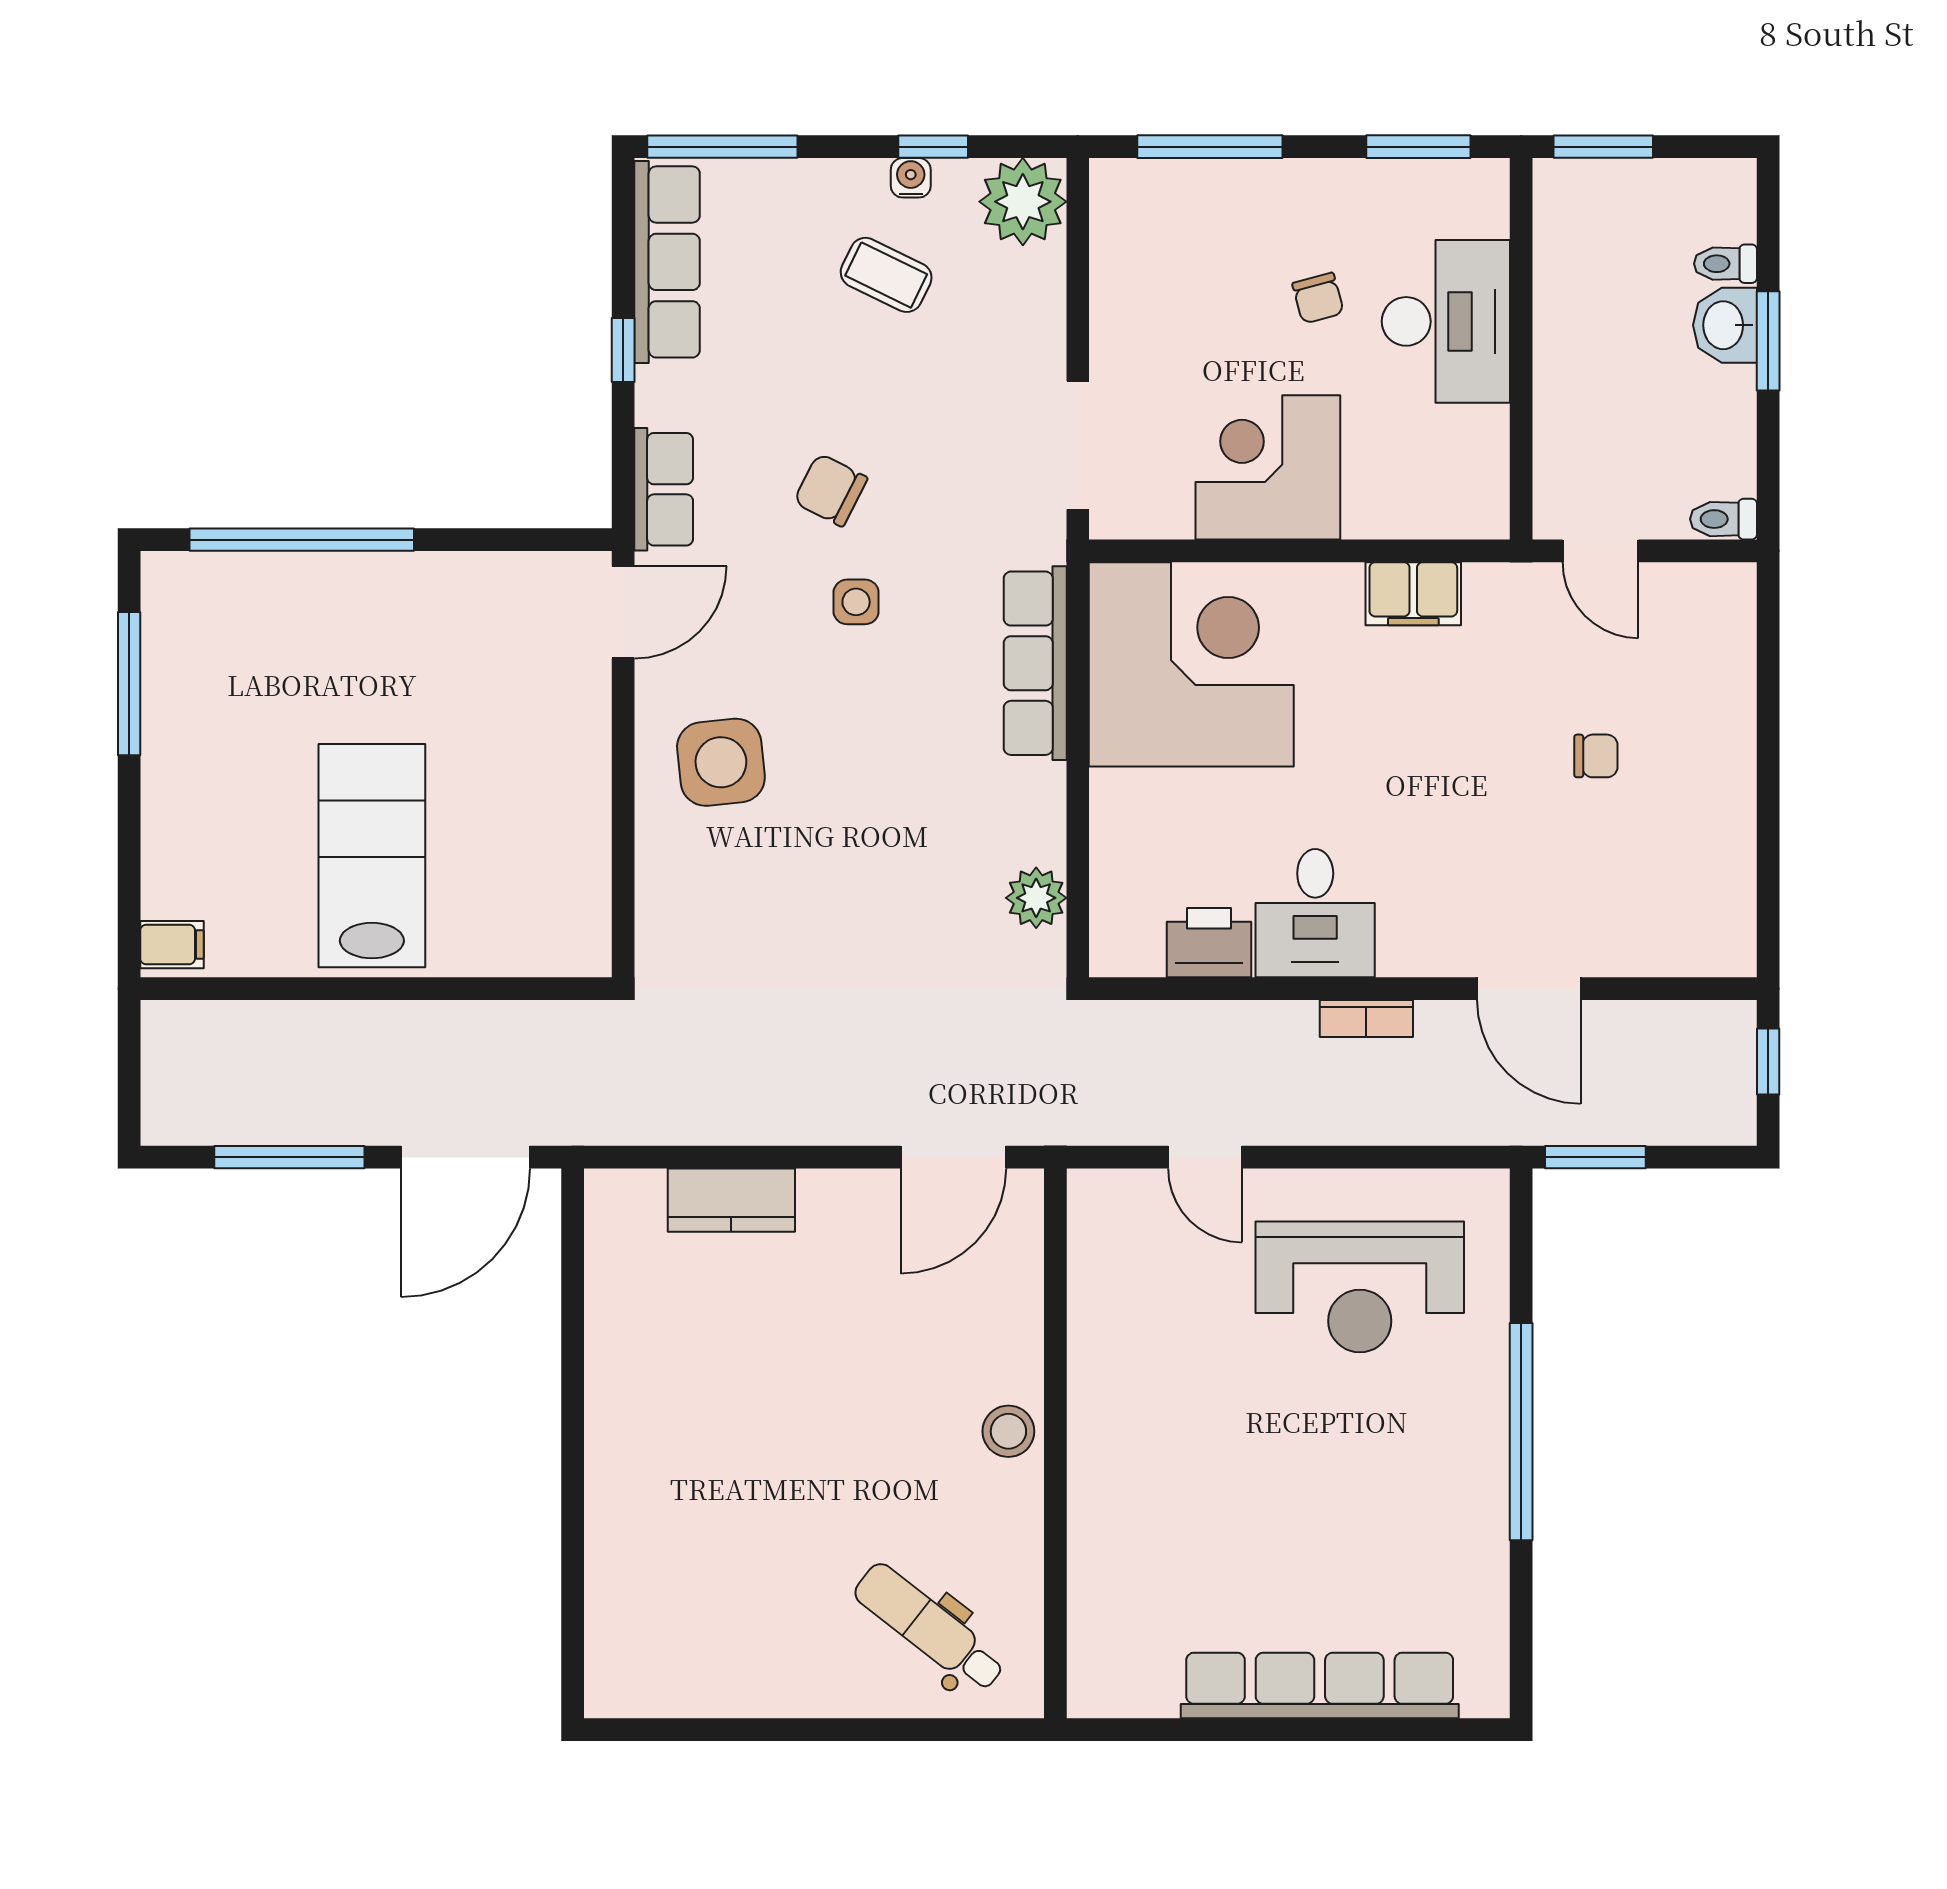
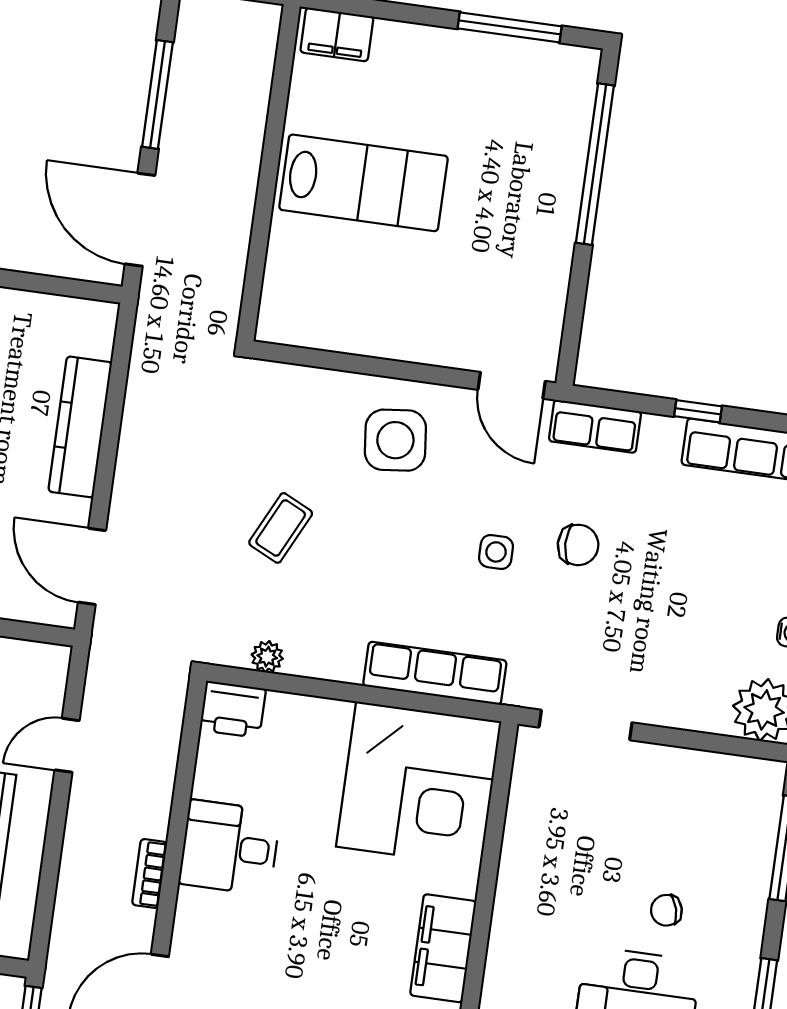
coffee table: (886, 275) -> (281, 528), moved
corner desk: (1268, 467) -> (551, 858), removed
chair: (831, 490) -> (578, 545), turned 61
filing cabinet: (1413, 594) -> (443, 948), width x1.50, depth x1.17
plant: (1036, 898) -> (267, 657), width x0.73, depth x0.73
printer: (1209, 943) -> (233, 709), moved, turned 90
filing cabinet: (172, 945) -> (337, 34), width x2.00
kitchen counter: (731, 1200) -> (80, 427), width x1.50

